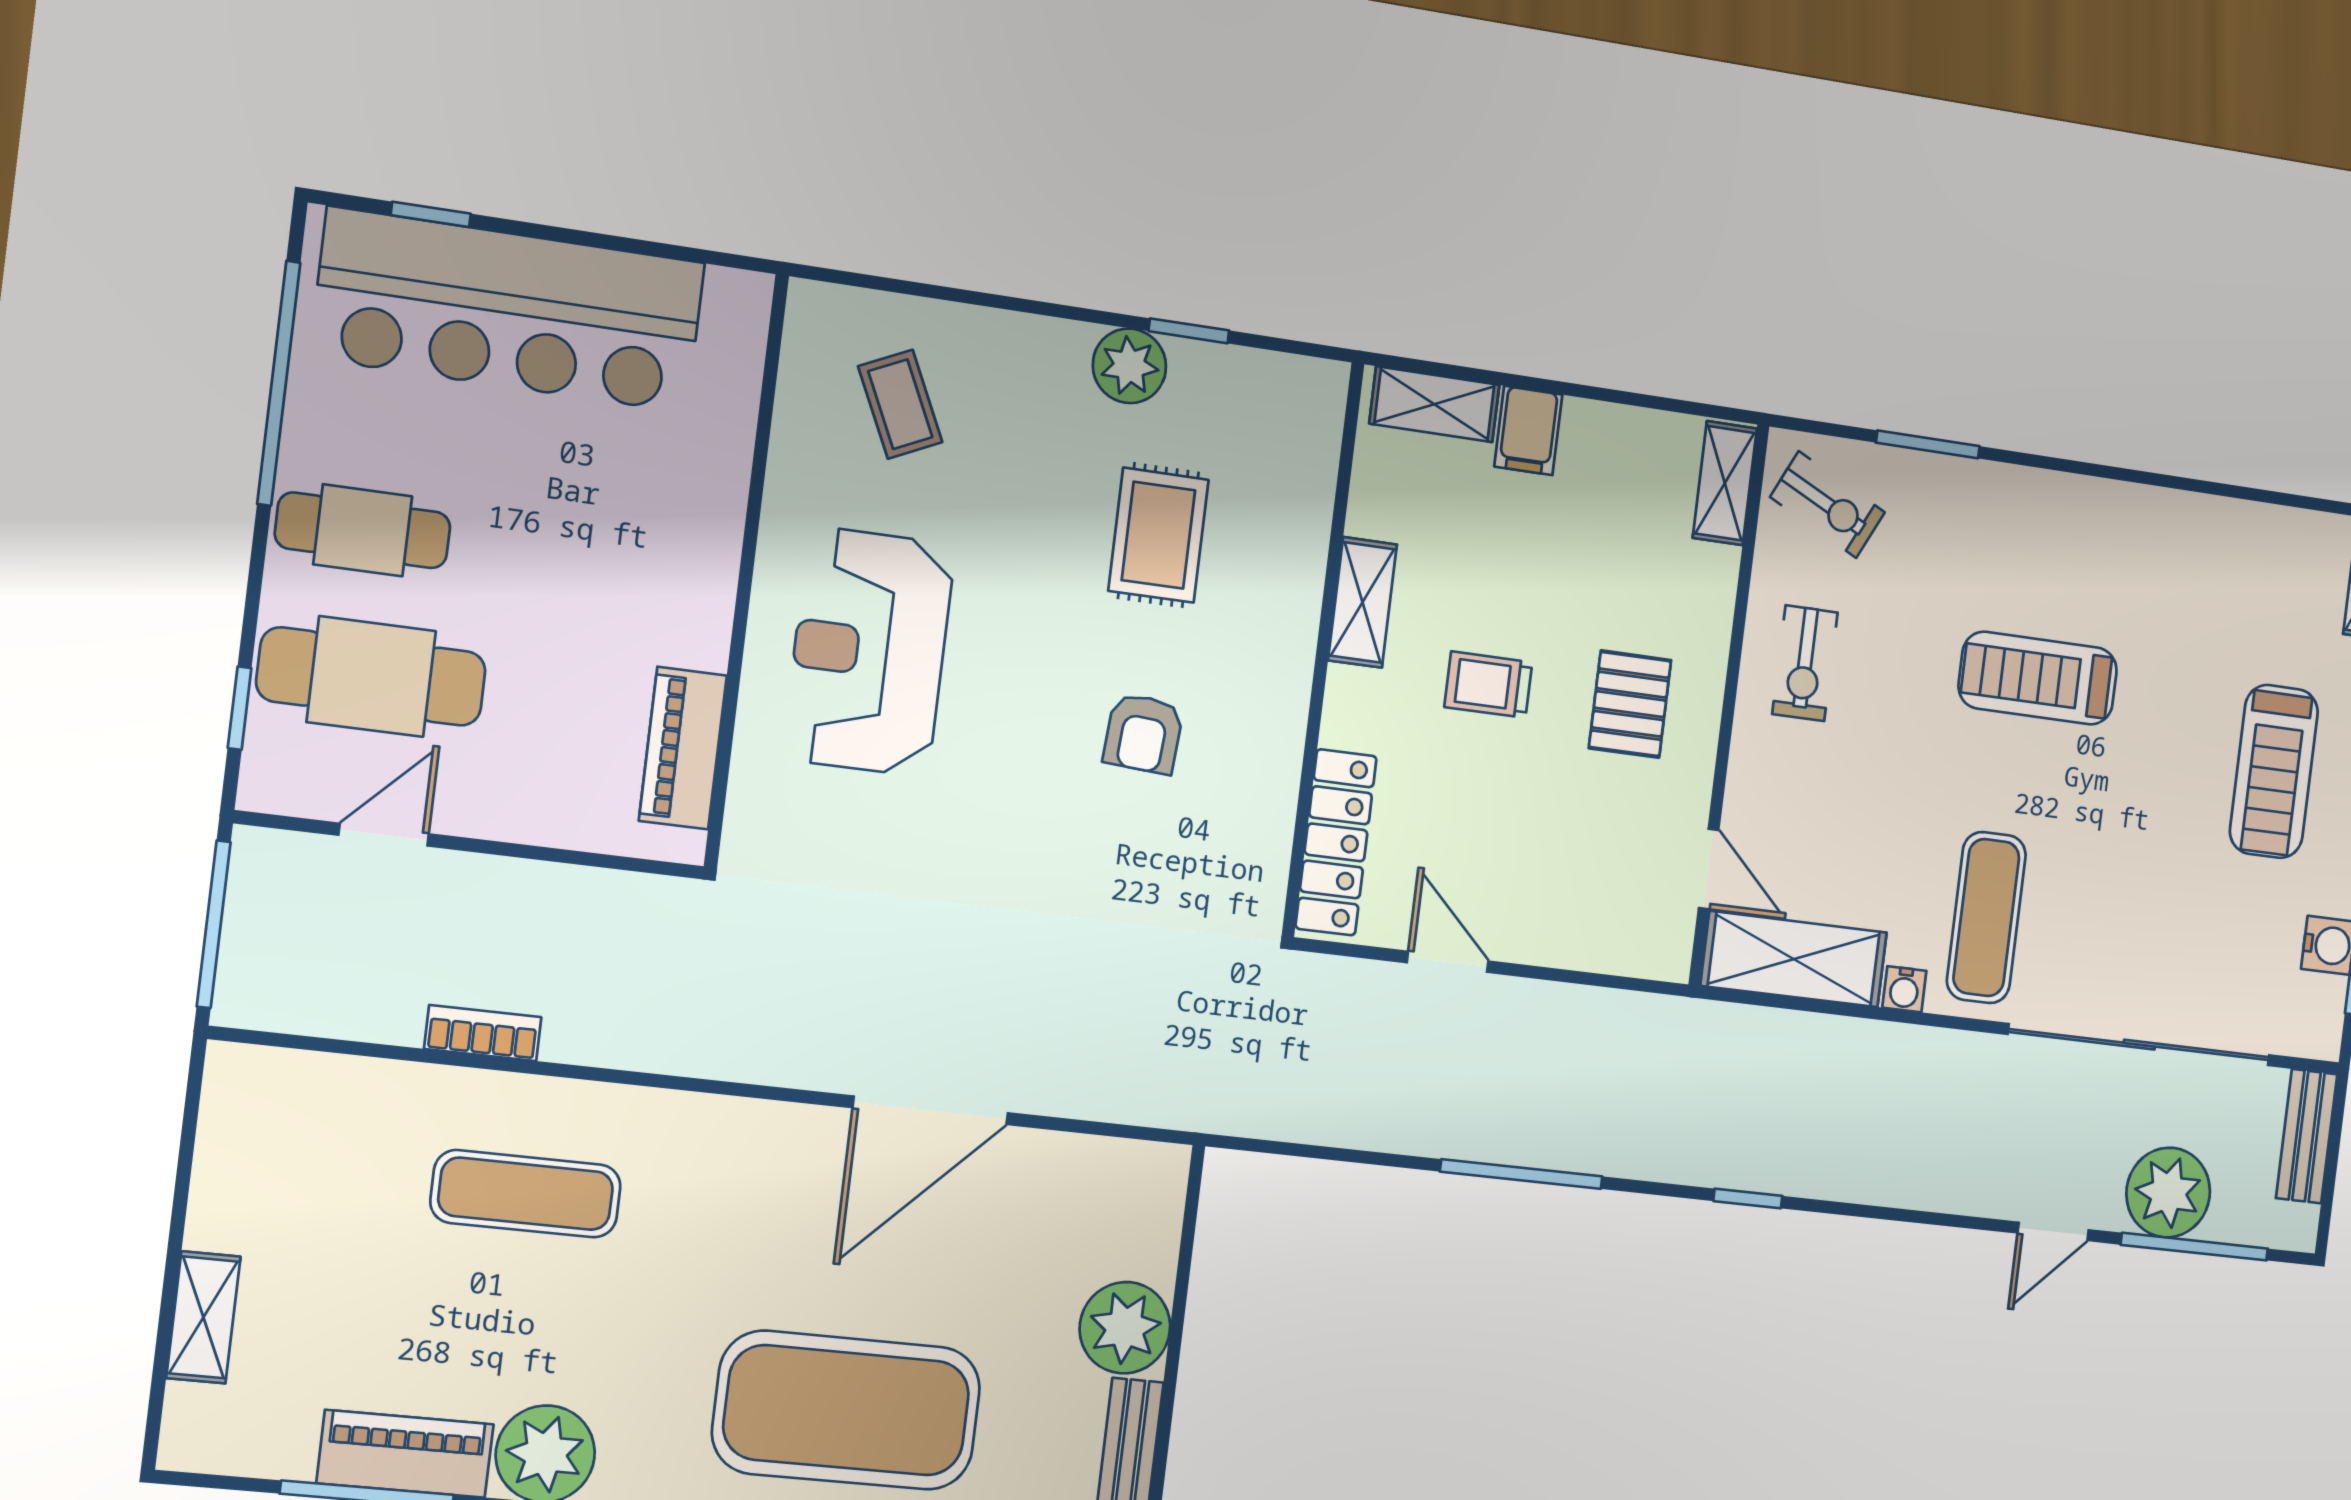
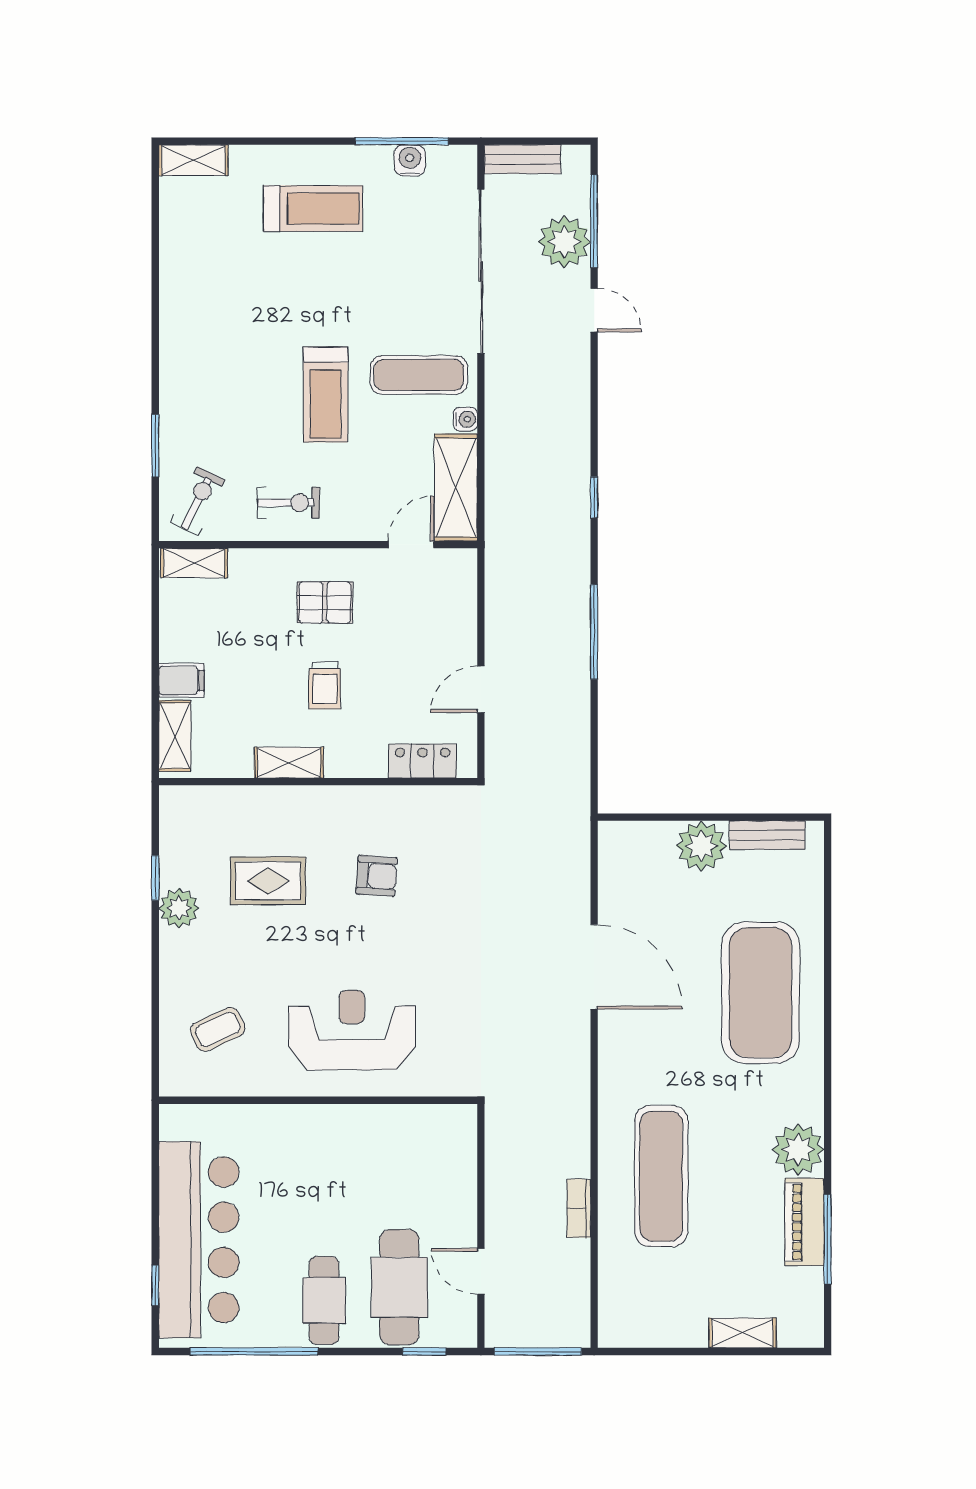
reception desk: (869, 652) -> (352, 1030), turned 180
treadmill: (2038, 678) -> (326, 395), moved
piano: (683, 748) -> (416, 1122), removed
locker: (1336, 842) -> (422, 761), width x0.66
exercise mat: (526, 1194) -> (661, 1176), width x1.36, depth x1.45

